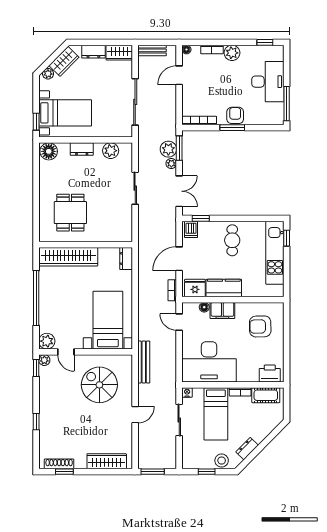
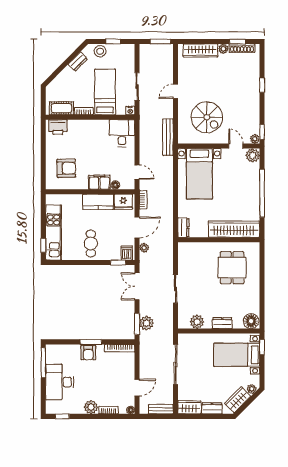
plant: (171, 163) -> (144, 248), moved
desk: (209, 362) -> (122, 133), width x0.53, depth x0.77
plant: (80, 463) -> (223, 49), added

